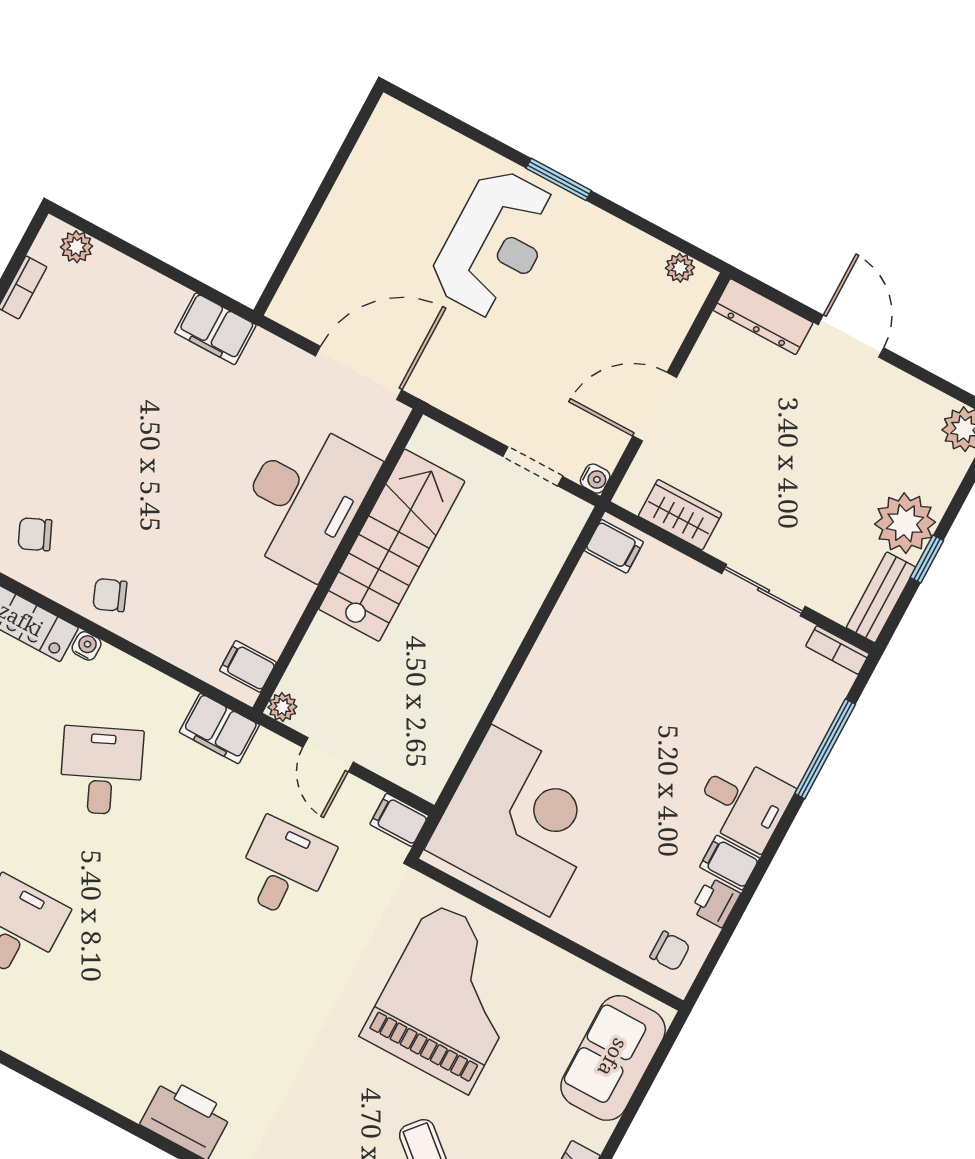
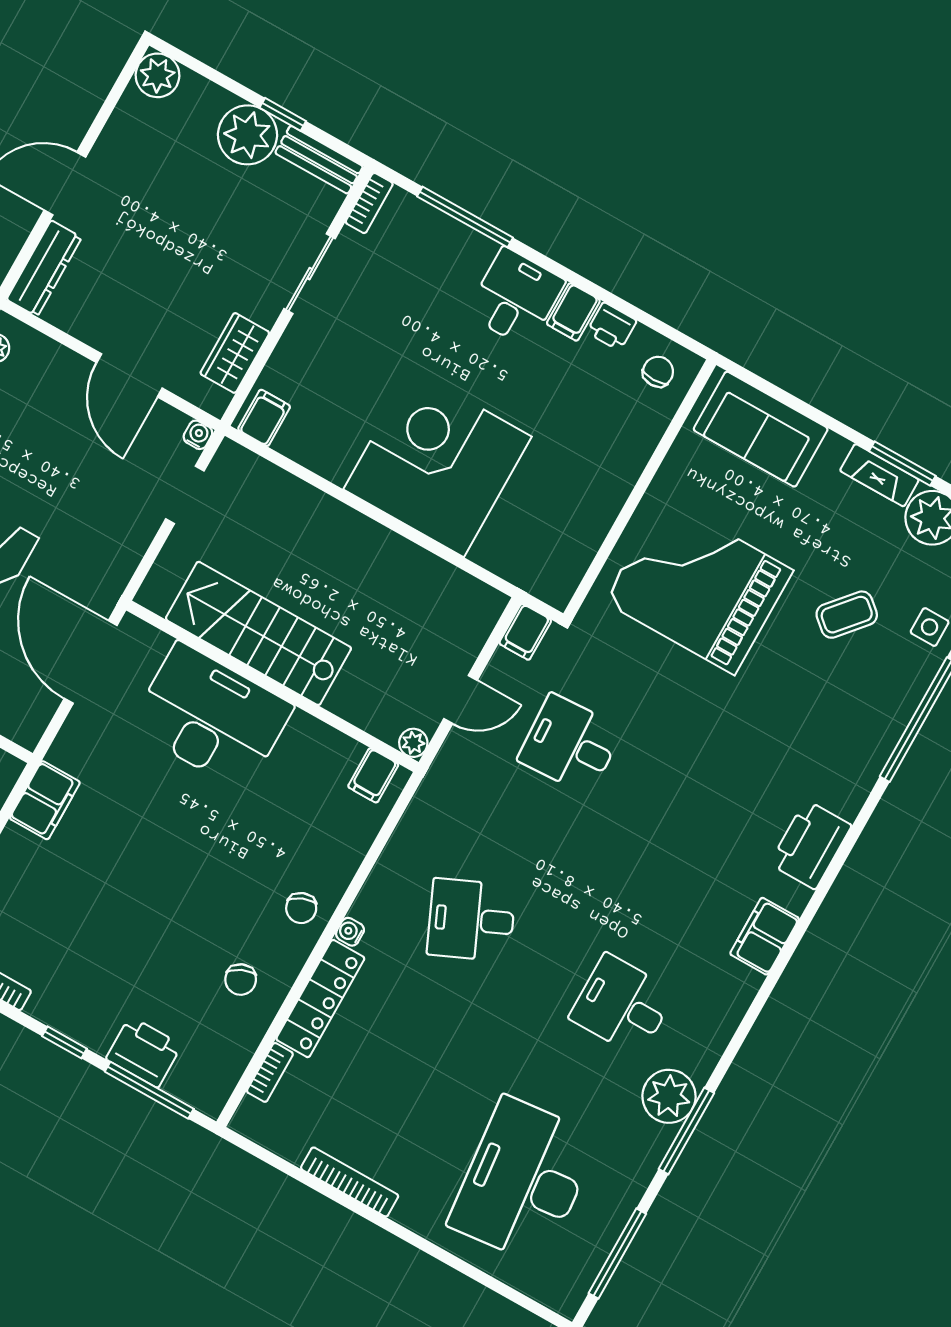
filing cabinet: (219, 728) -> (765, 936), moved, turned 180
corner desk: (521, 821) -> (438, 463), moved

